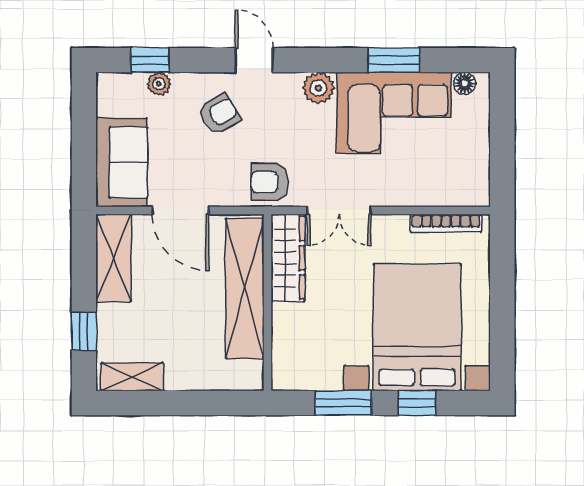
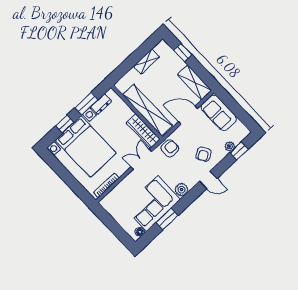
shelving: (132, 377) -> (146, 61), moved
dresser: (318, 377) -> (101, 104), added

